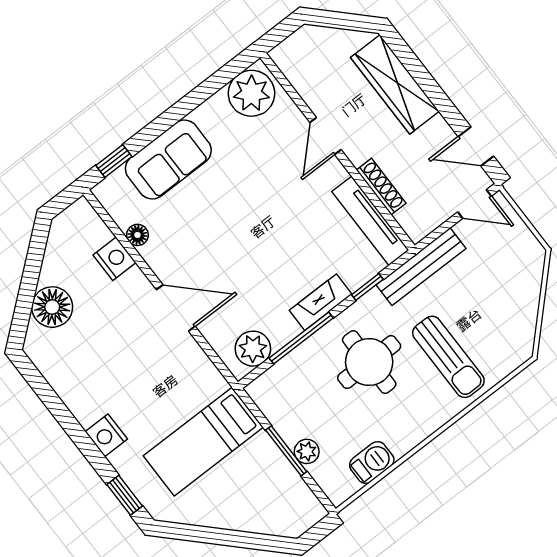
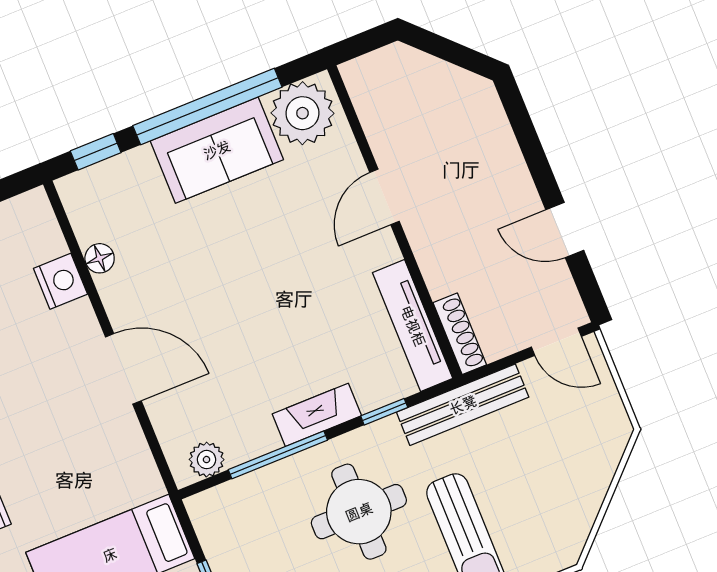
wardrobe: (395, 84) -> (495, 154), removed
window: (183, 107) -> (207, 106), added
door: (476, 146) -> (565, 230), moved
sofa: (168, 159) -> (217, 150), moved
shoe rack: (381, 187) -> (460, 334), moved
plant: (253, 349) -> (207, 460), width x0.73, depth x0.73

